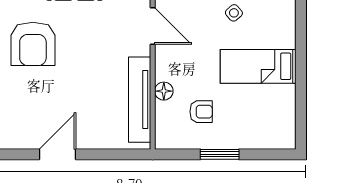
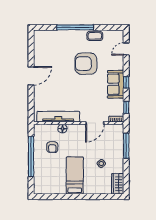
door: (58, 154) -> (31, 76), hinge flipped
window: (220, 154) -> (31, 156), width x2.11

